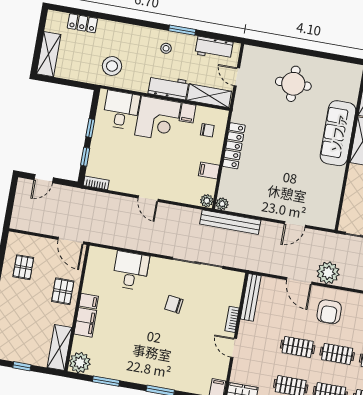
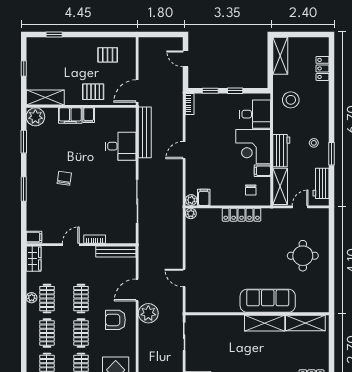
shelving: (49, 54) -> (280, 56), moved, turned 90
filing cabinet: (209, 170) -> (204, 197), moved
bench: (230, 222) -> (145, 132), moved
chair: (174, 304) -> (64, 178), moved

